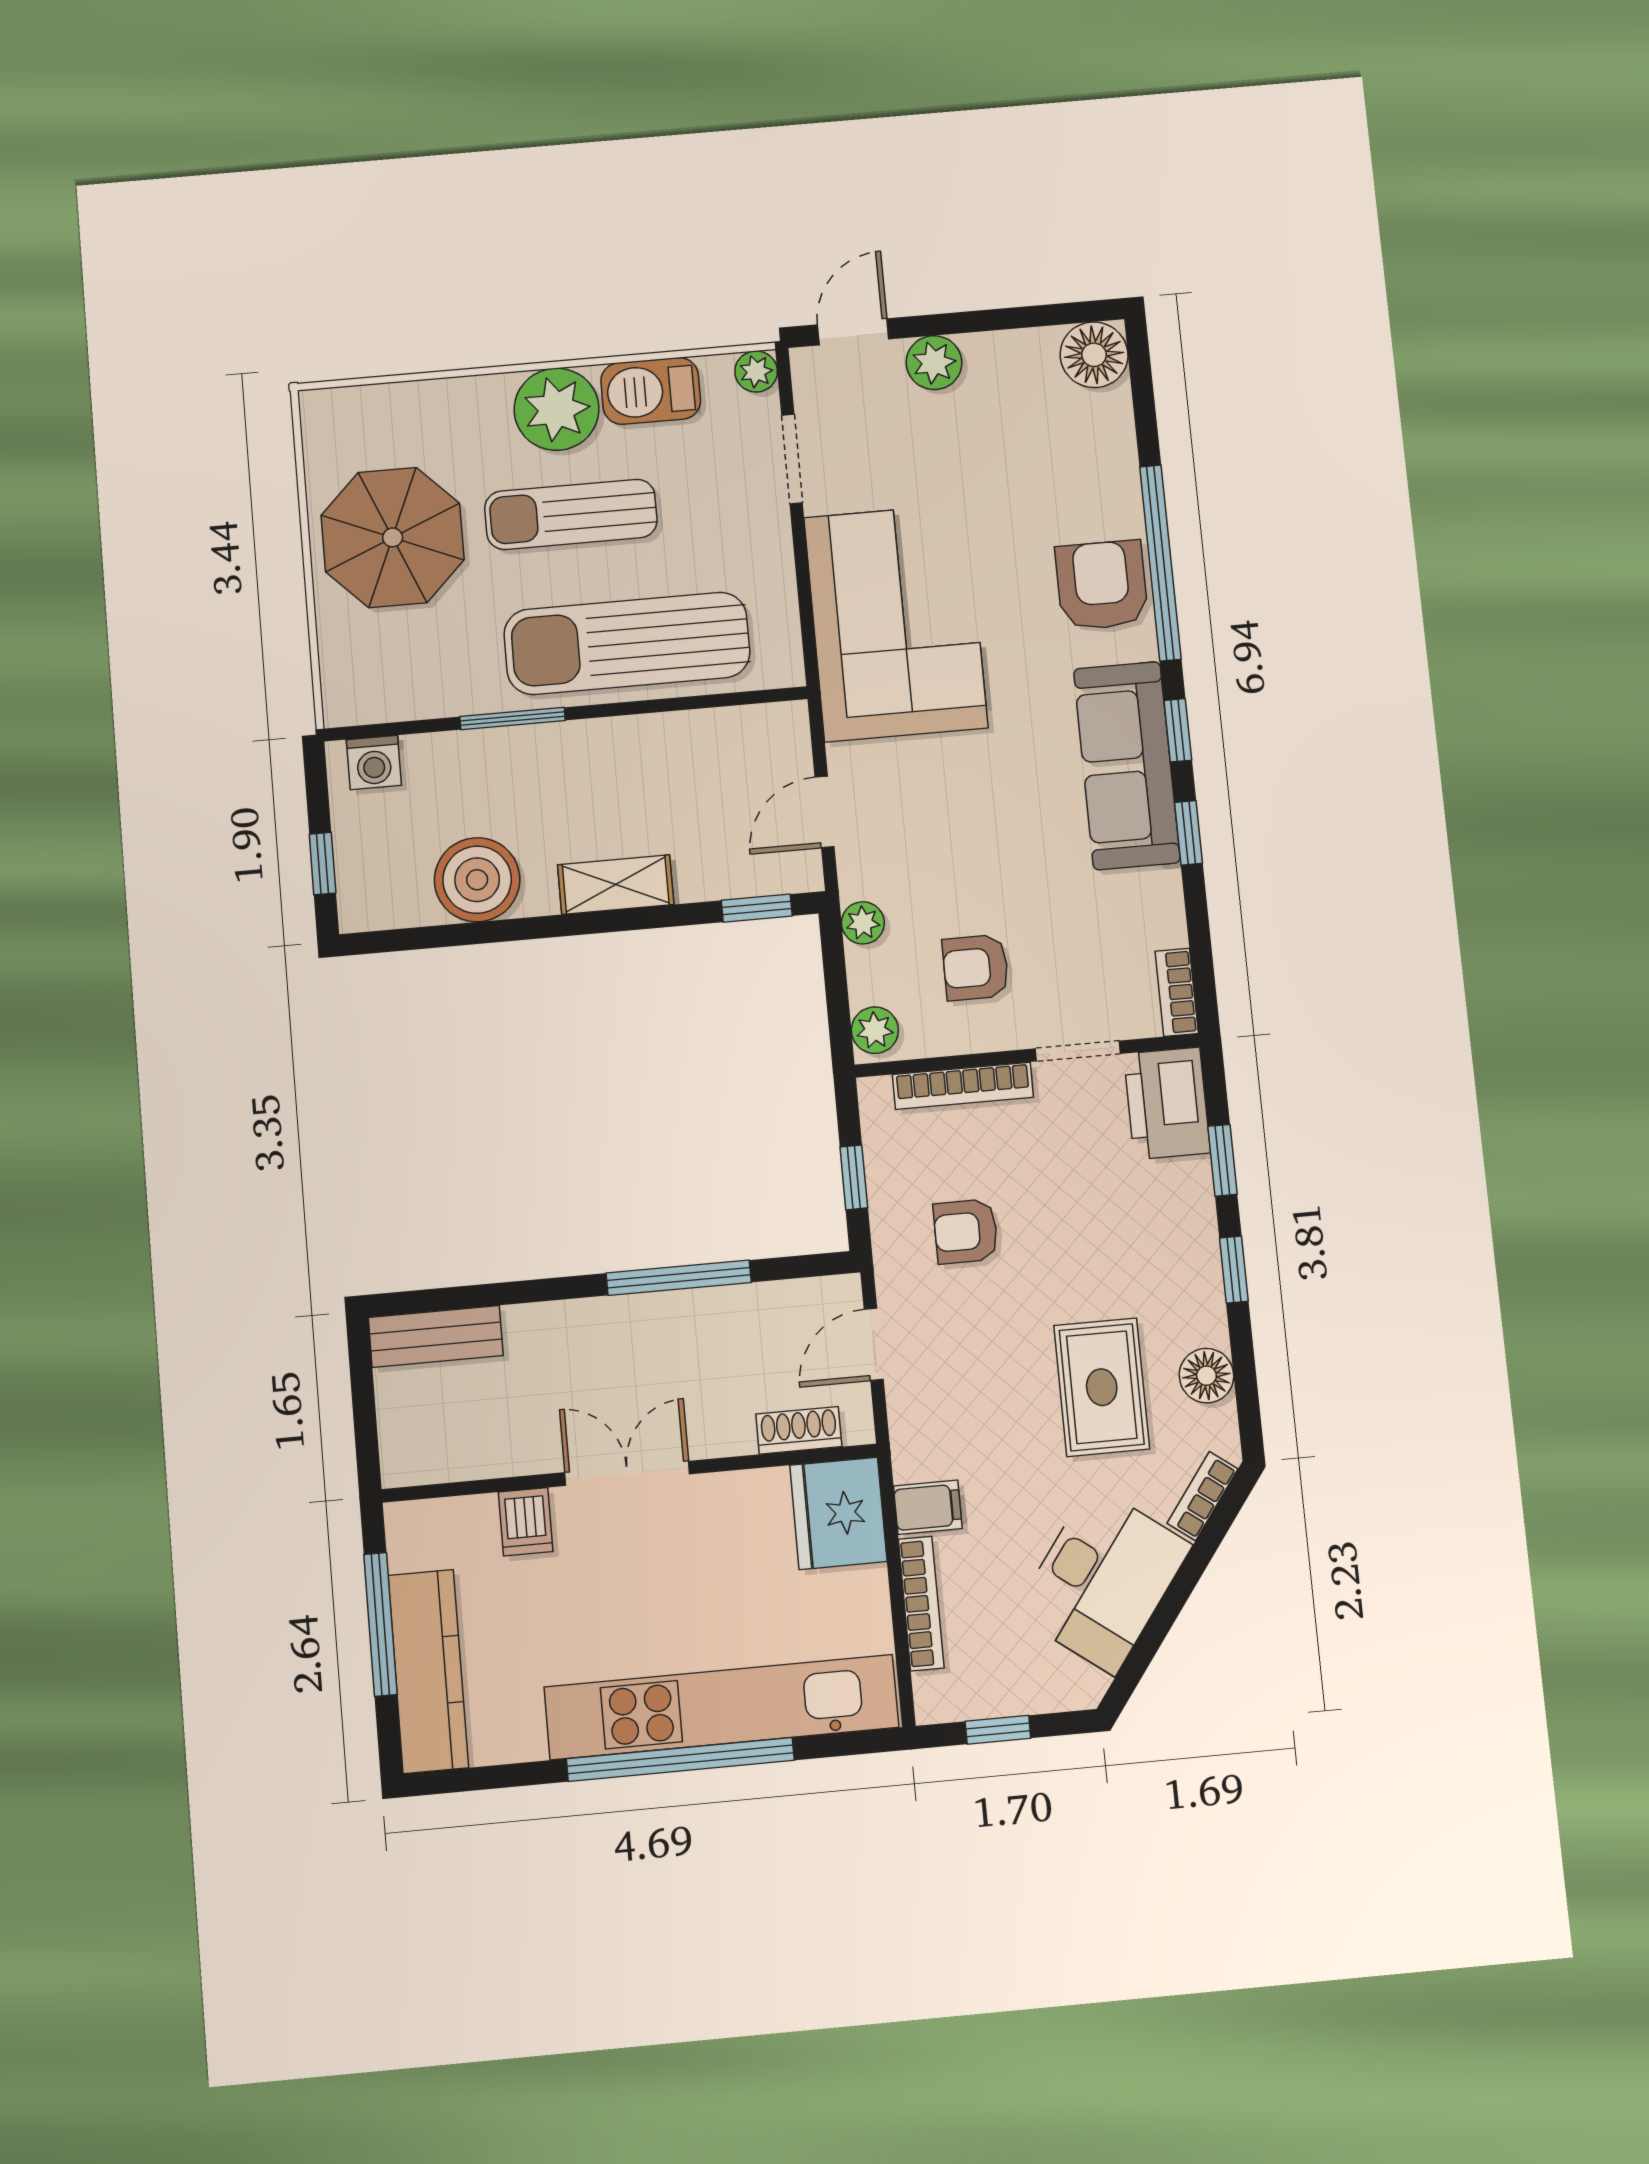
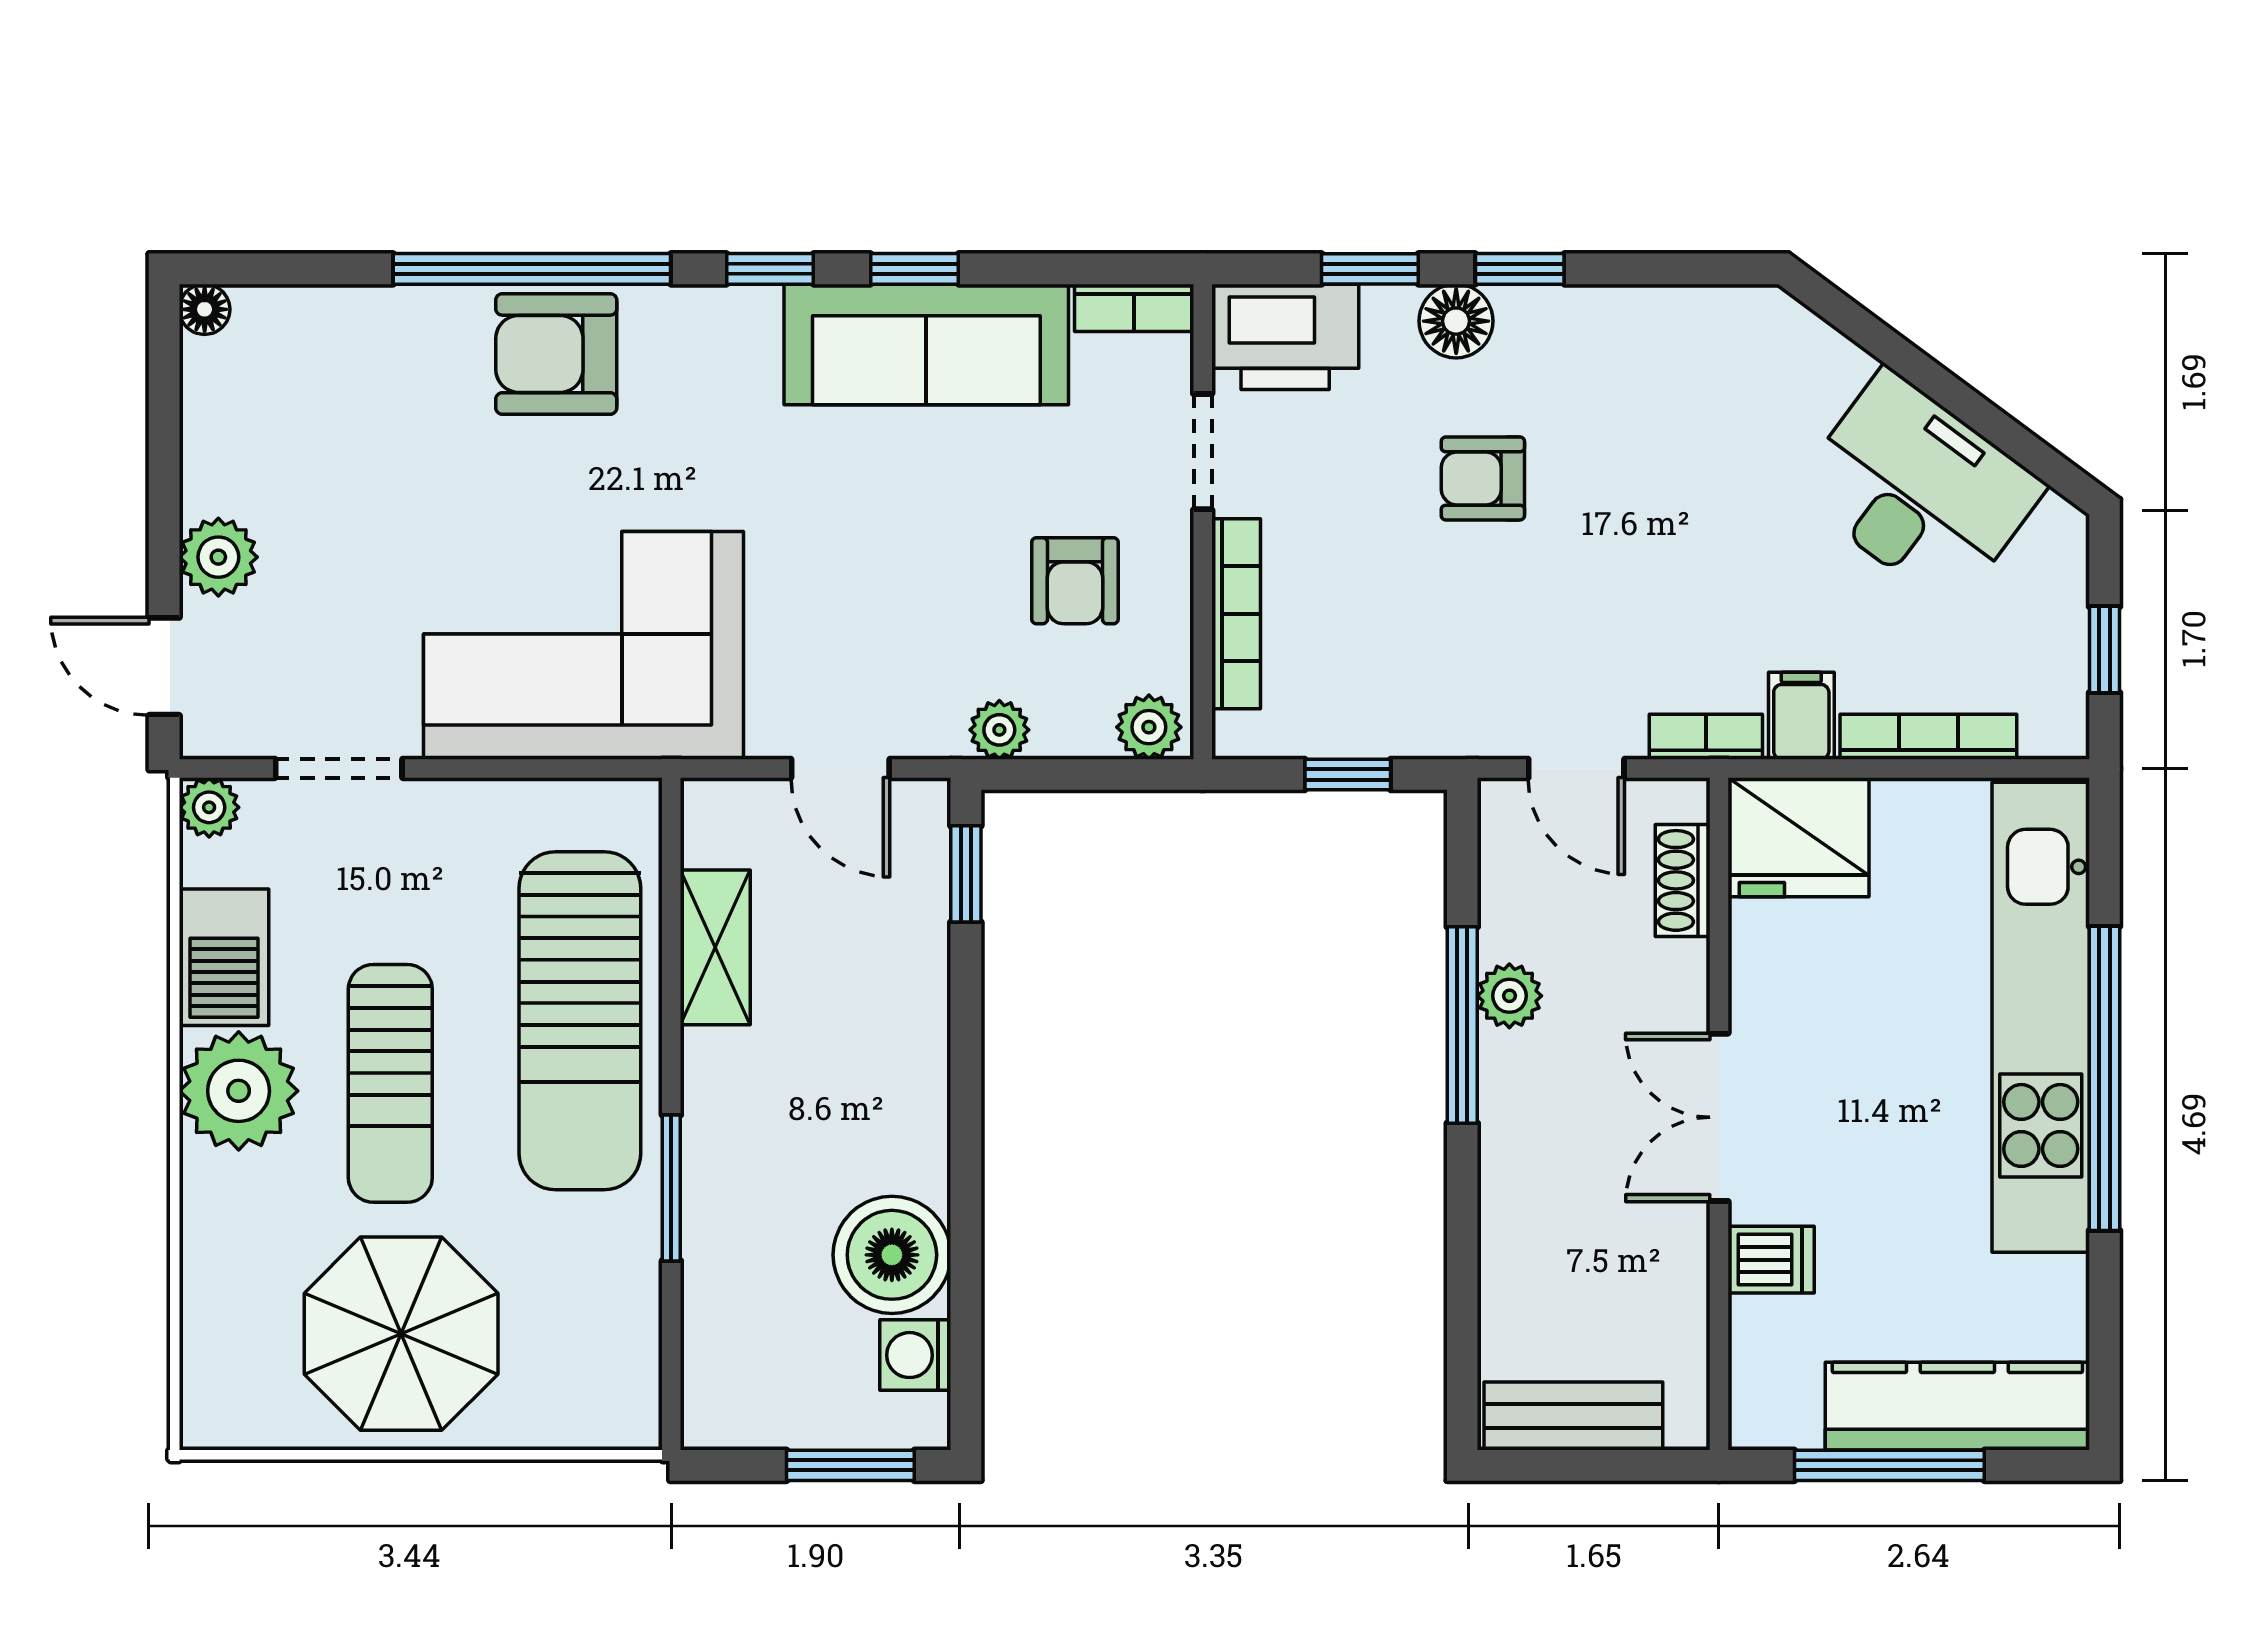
floor lamp: (1094, 355) -> (205, 309), width x0.53, depth x0.53
washing machine: (374, 762) -> (915, 1355), moved, turned 180
sofa: (1127, 766) -> (926, 345), moved
window: (323, 864) -> (850, 1465), width x1.50
shelving: (616, 885) -> (715, 947), moved
armchair: (966, 1231) -> (1483, 478), moved, turned 90
plant: (703, 1310) -> (1509, 996), added
bench: (436, 1336) -> (1573, 1416), moved, turned 90
floor lamp: (1206, 1376) -> (1456, 321), moved
rug: (1102, 1387) -> (1662, 465), removed
bookcase: (1202, 1496) -> (1706, 737), moved, turned 143

